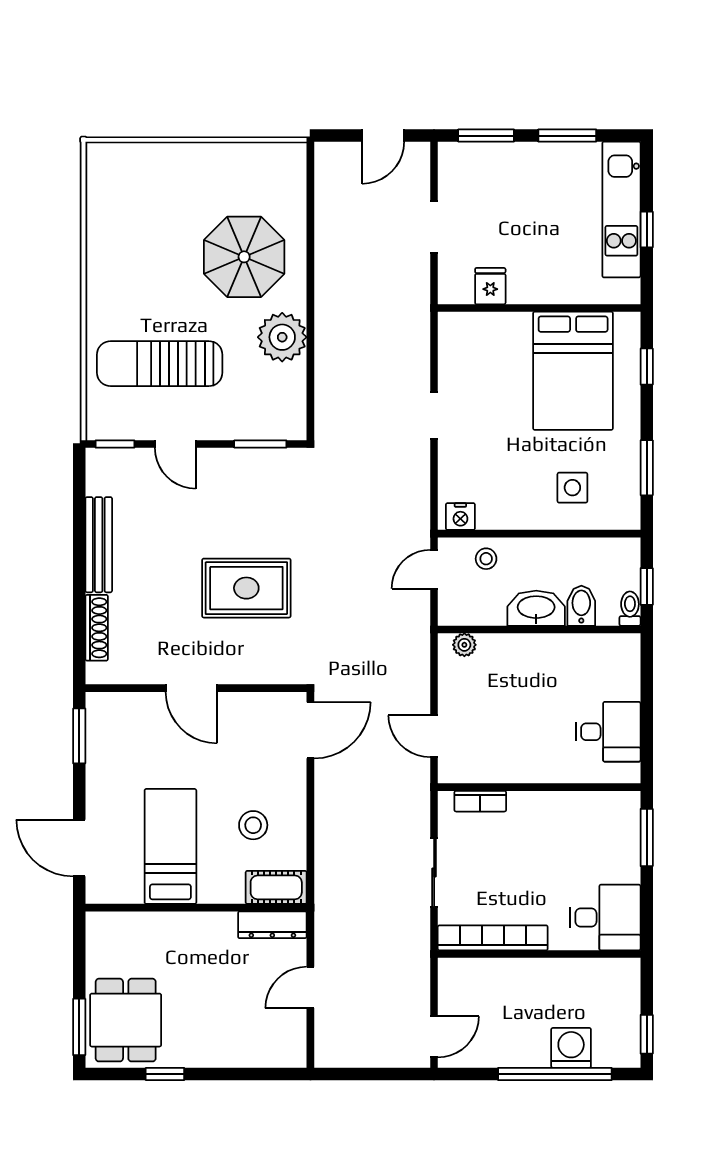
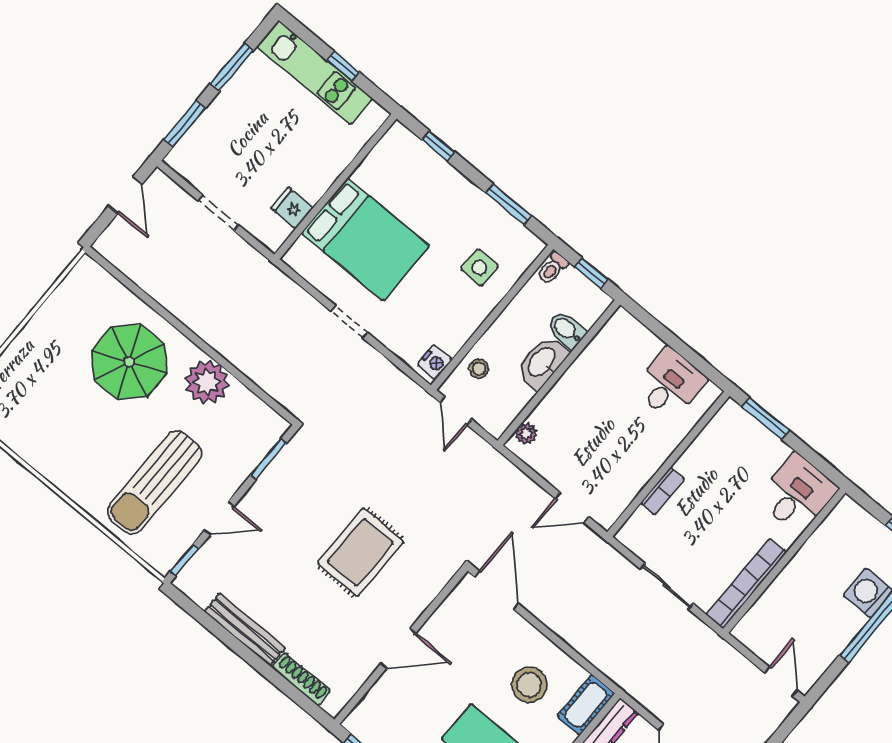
bed: (573, 371) -> (365, 239), moved
toilet: (630, 609) -> (553, 268), moved, turned -90
bookcase: (480, 801) -> (662, 491), moved
stool: (253, 825) -> (529, 685), width x1.38, depth x1.38

